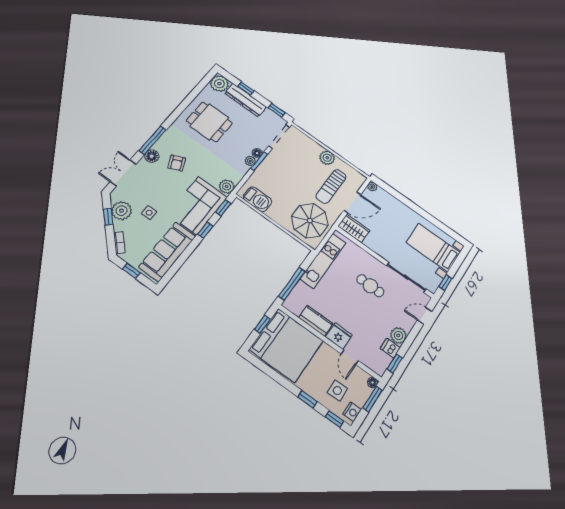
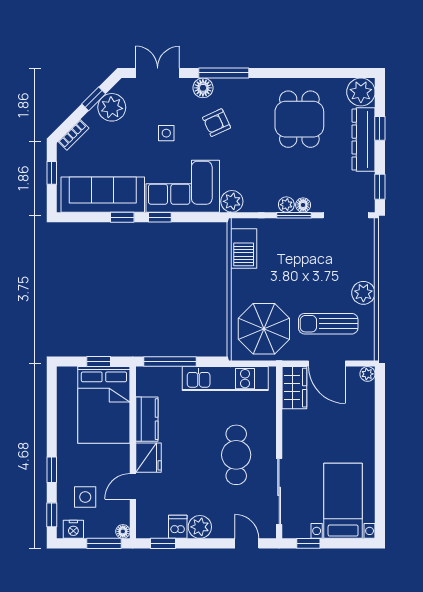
window: (223, 208) -> (122, 217), moved
side table: (149, 213) -> (166, 133), moved
cafe table: (370, 286) -> (236, 455), width x1.37, depth x1.35
bed: (286, 345) -> (104, 405), width x0.73

